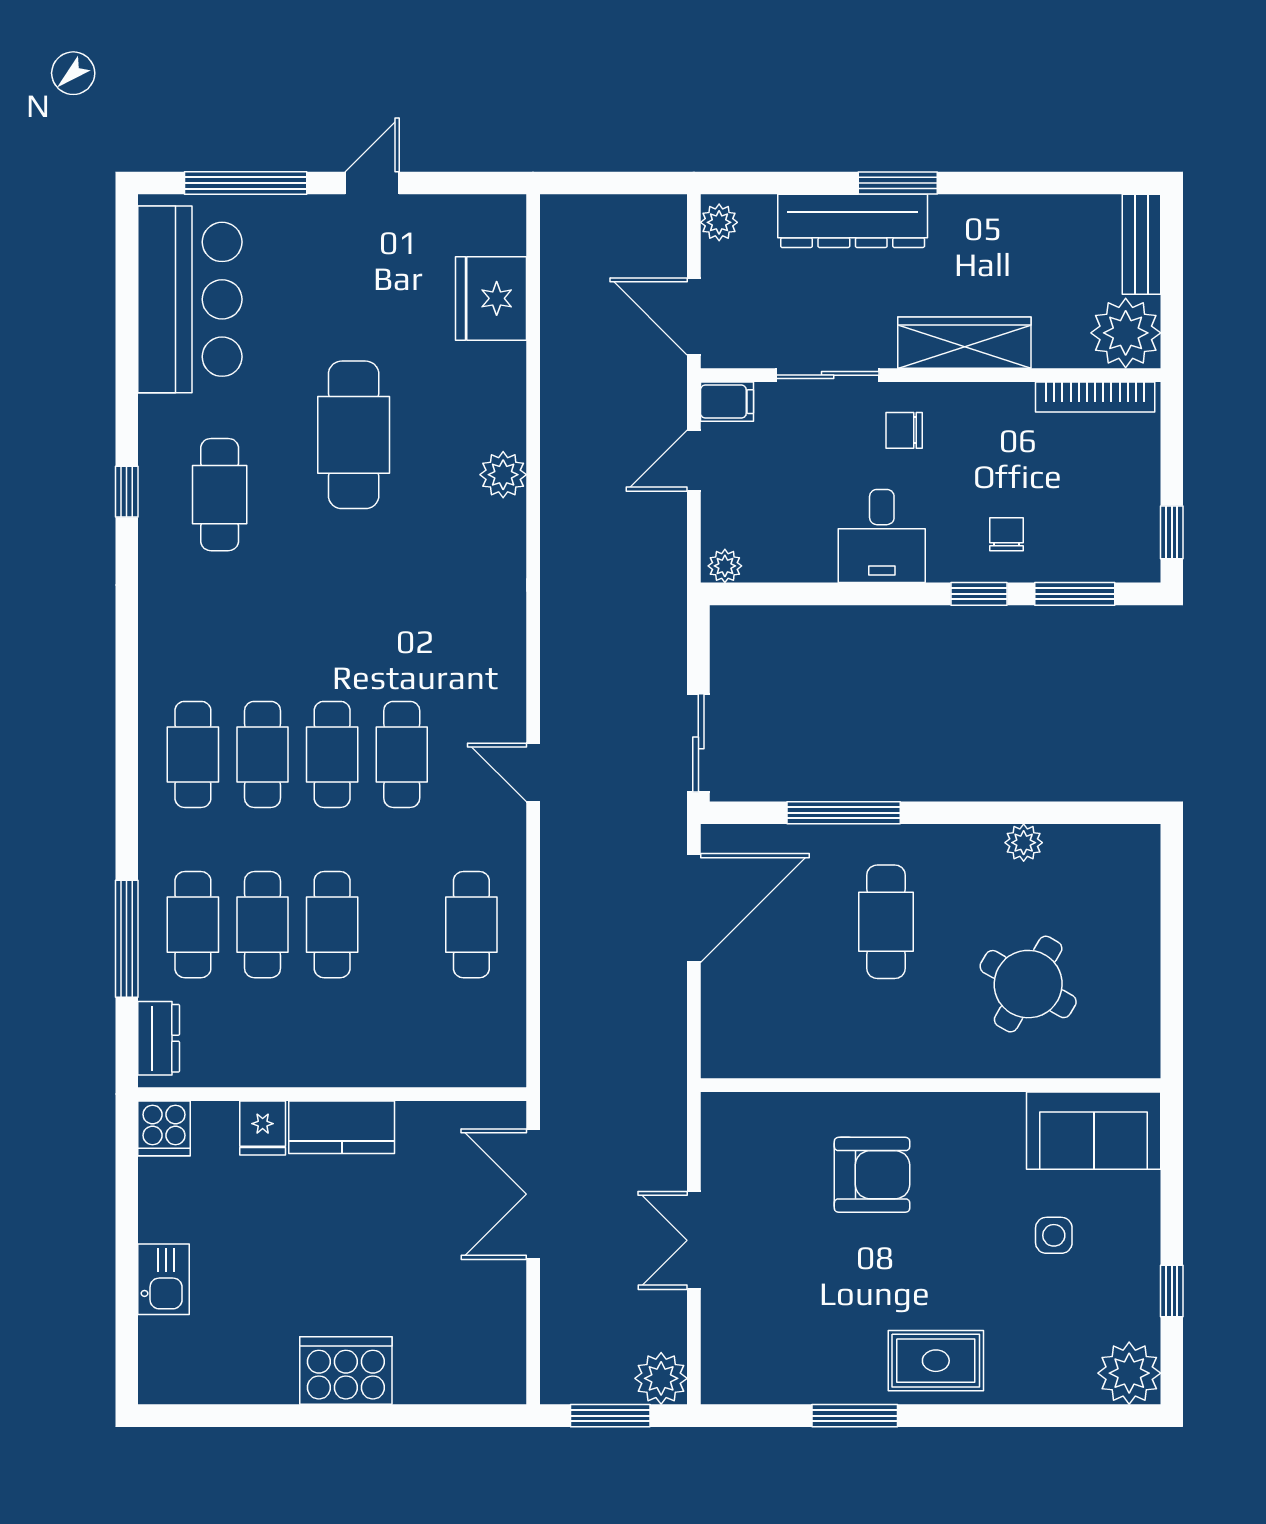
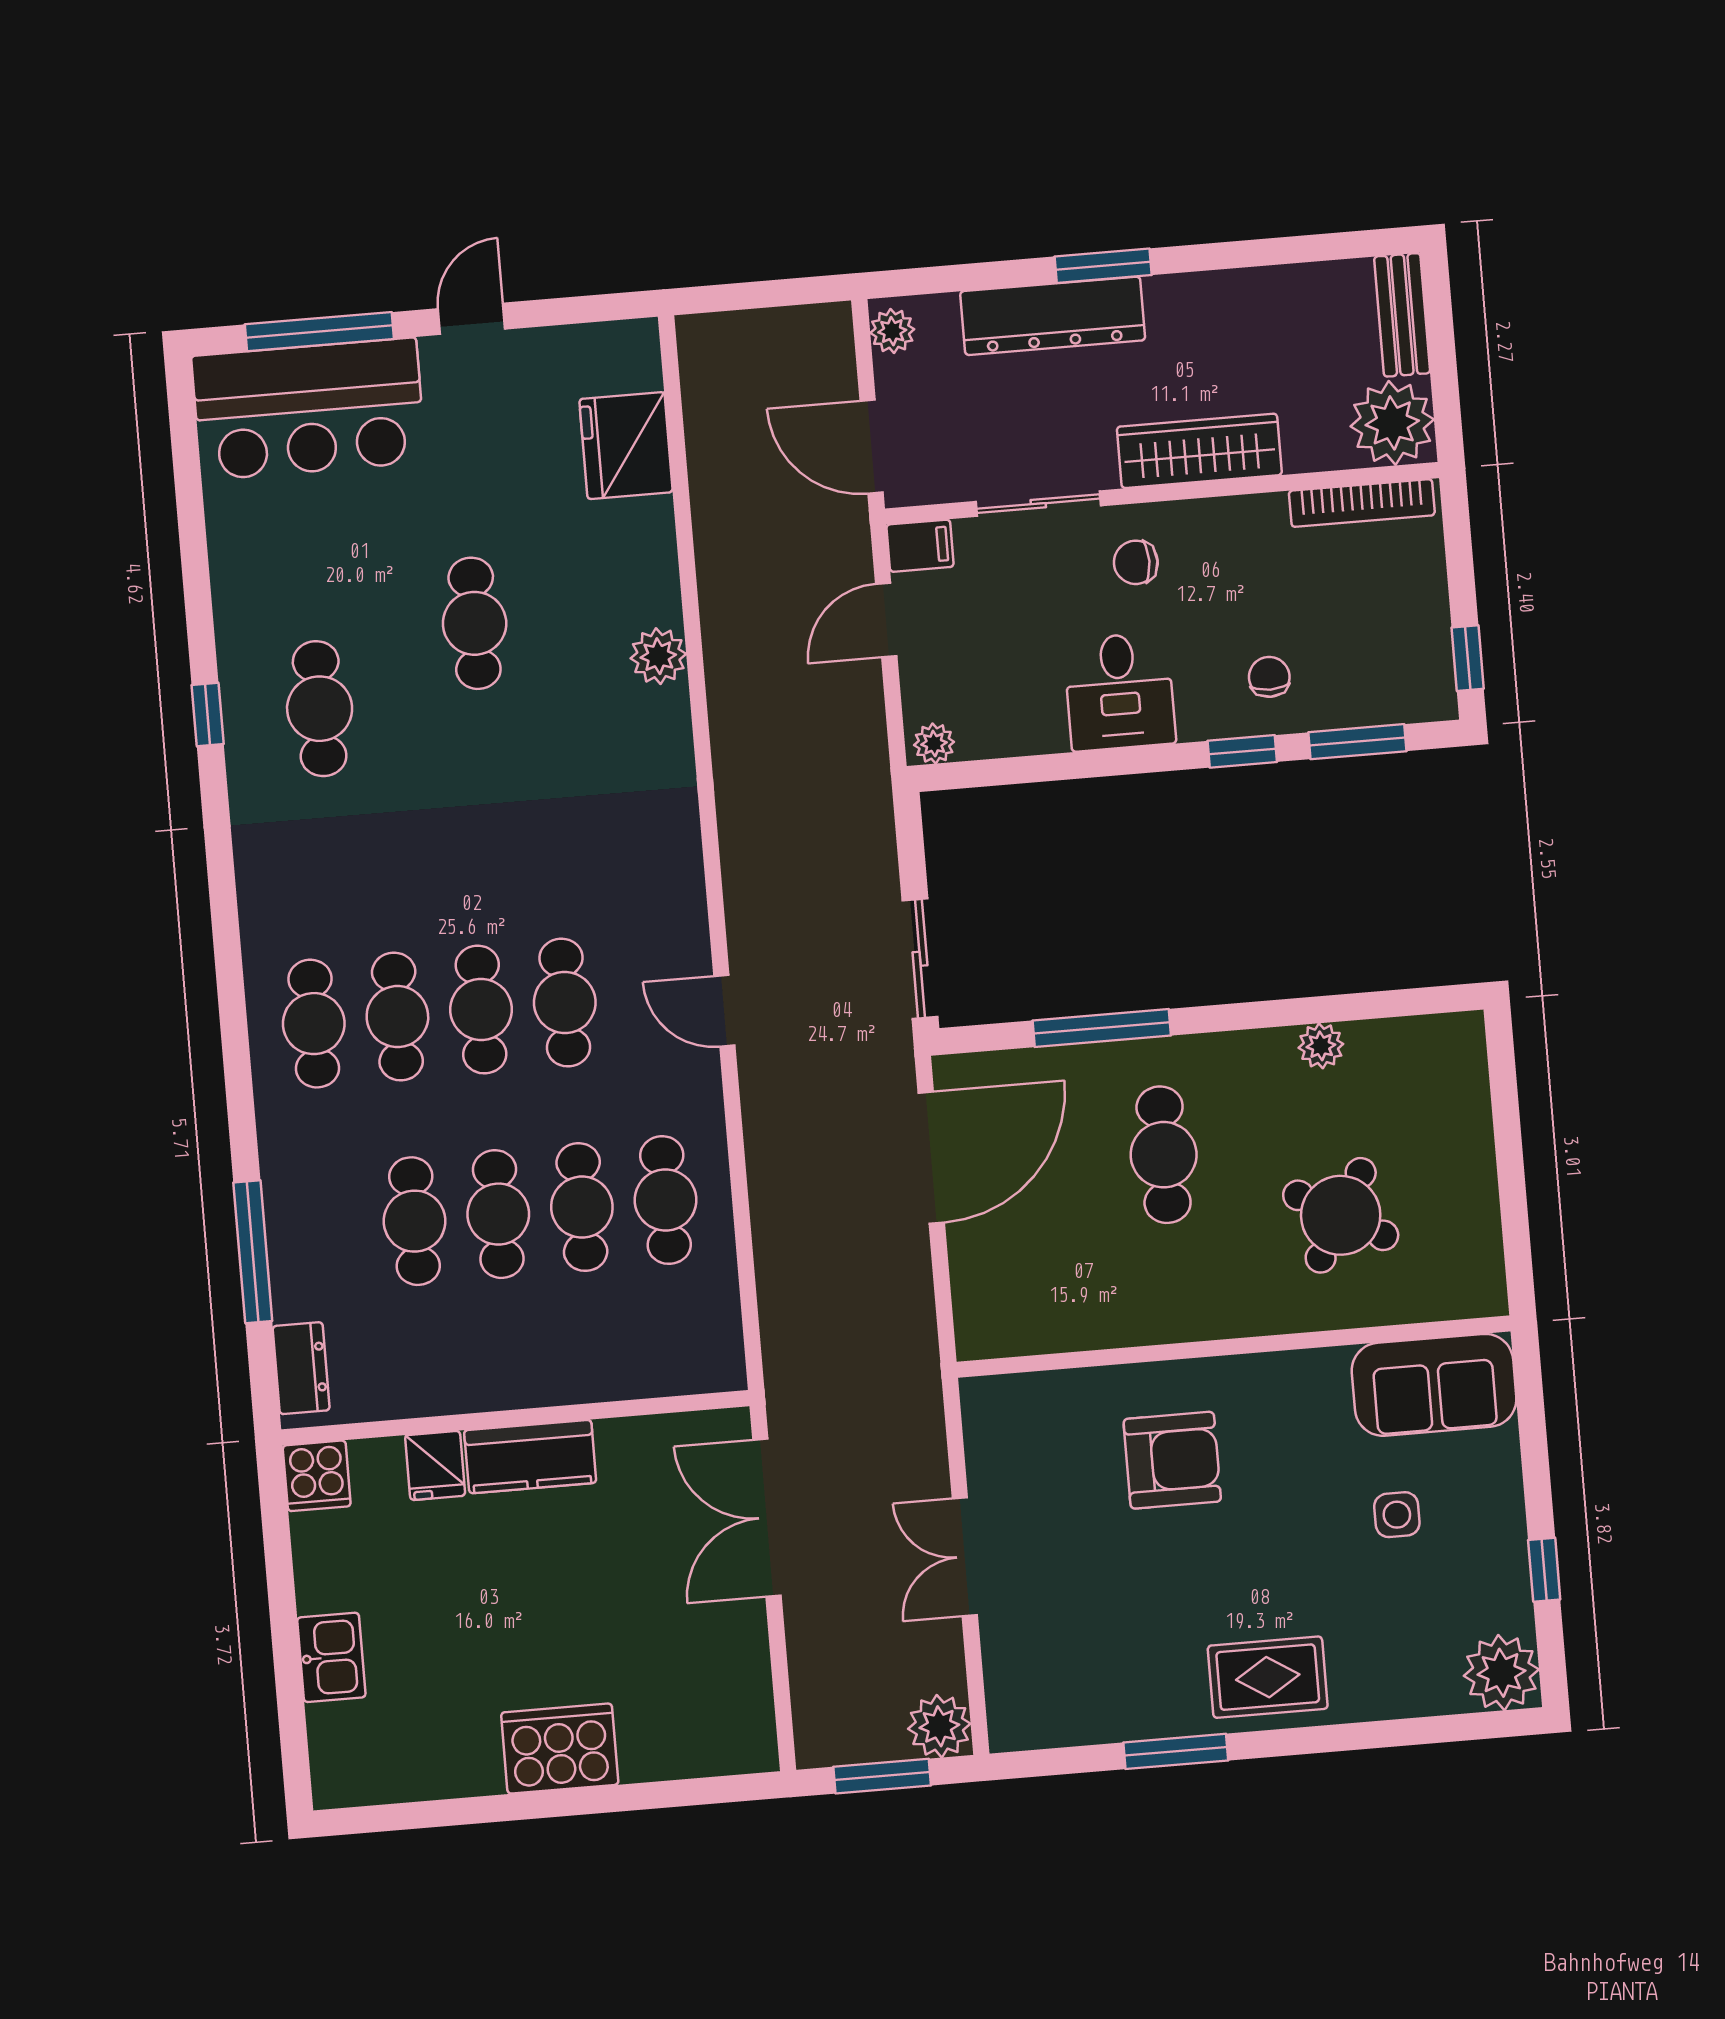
bar counter: (190, 299) -> (309, 409), moved, turned 90
cafe table: (354, 435) -> (475, 623), width x0.73, depth x0.74
cafe table: (193, 925) -> (582, 1207), moved

